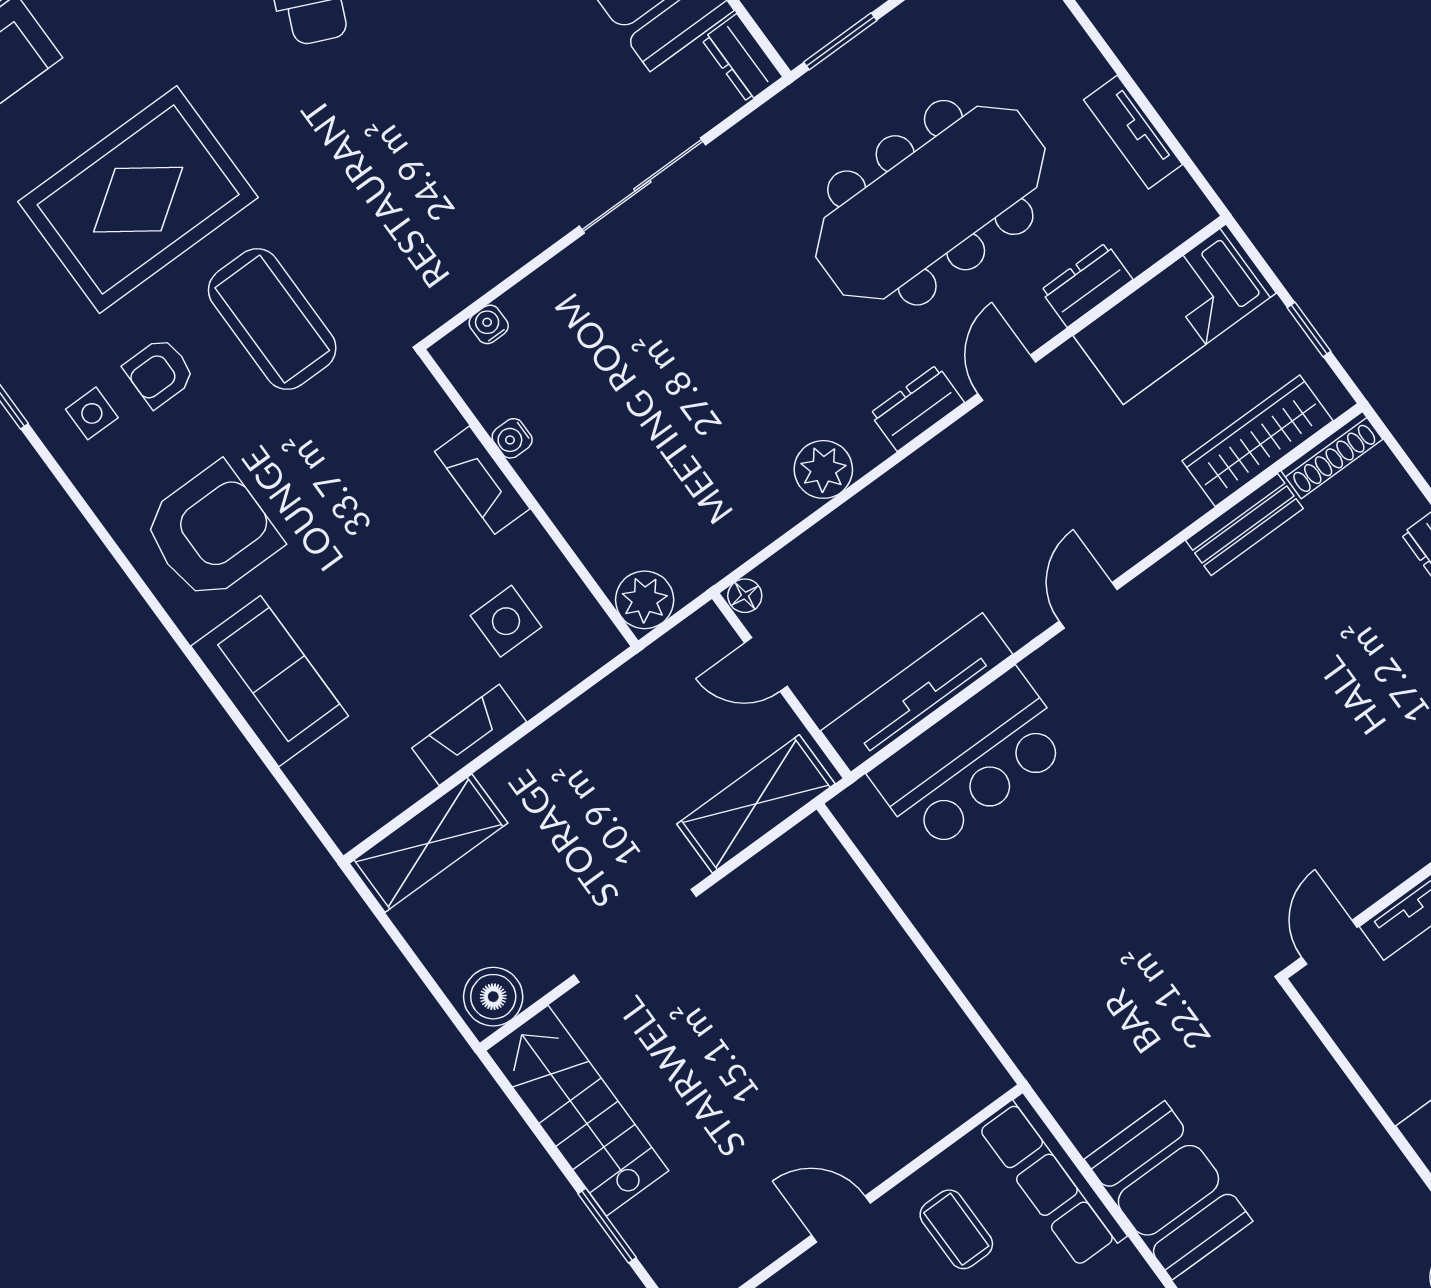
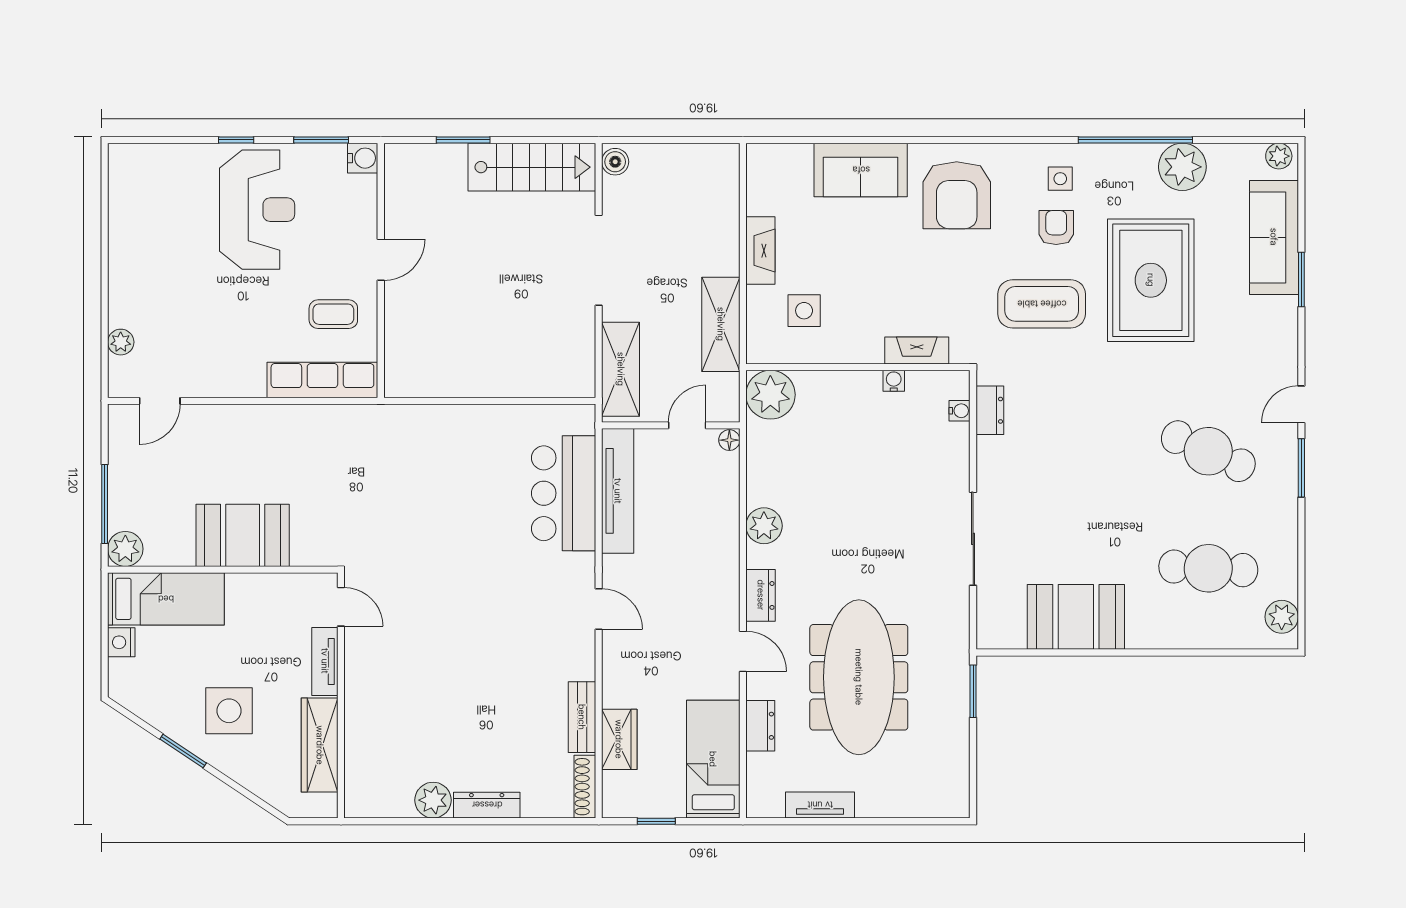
dresser: (742, 58) -> (990, 410), moved, turned 90
wardrobe: (1258, 441) -> (619, 739), width x0.67
fireplace: (482, 480) -> (917, 350), moved
plant: (645, 600) -> (770, 395), width x1.36, depth x1.36
shelving: (428, 843) -> (721, 324), moved
boiler: (493, 997) -> (615, 162), width x0.73, depth x0.73
booth: (1168, 1190) -> (243, 535), moved

